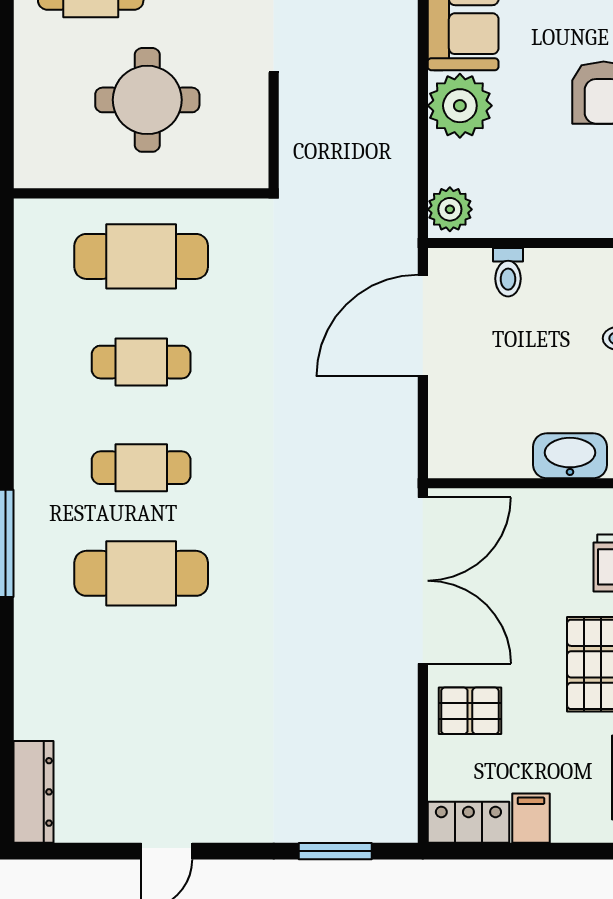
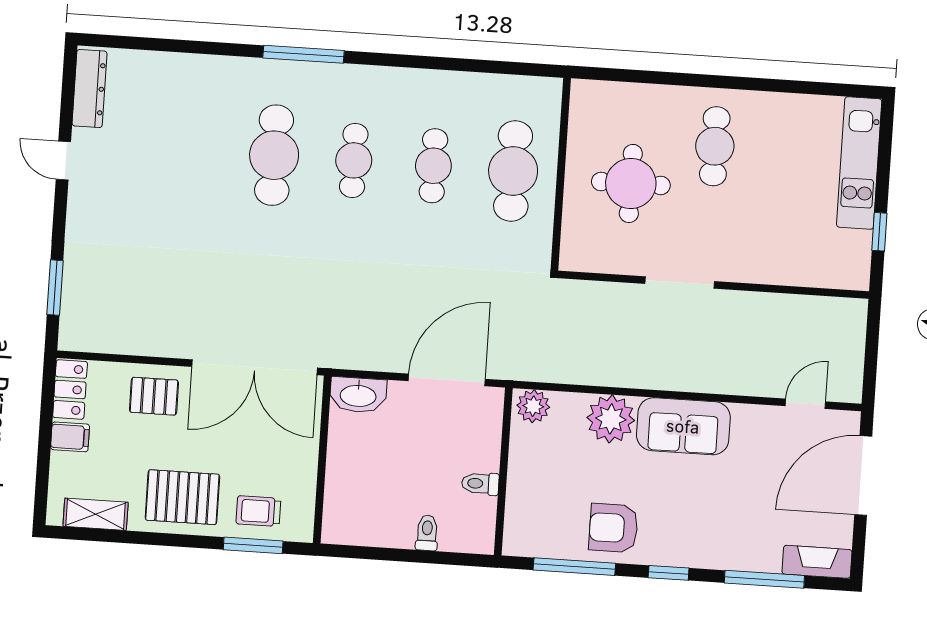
toilet: (508, 272) -> (480, 484), moved
door: (423, 326) -> (447, 380), hinge flipped
washbasin: (570, 456) -> (358, 395), moved, turned 90
pallet: (470, 711) -> (154, 396), turned 90
dresser: (33, 792) -> (90, 89), moved, turned -90

